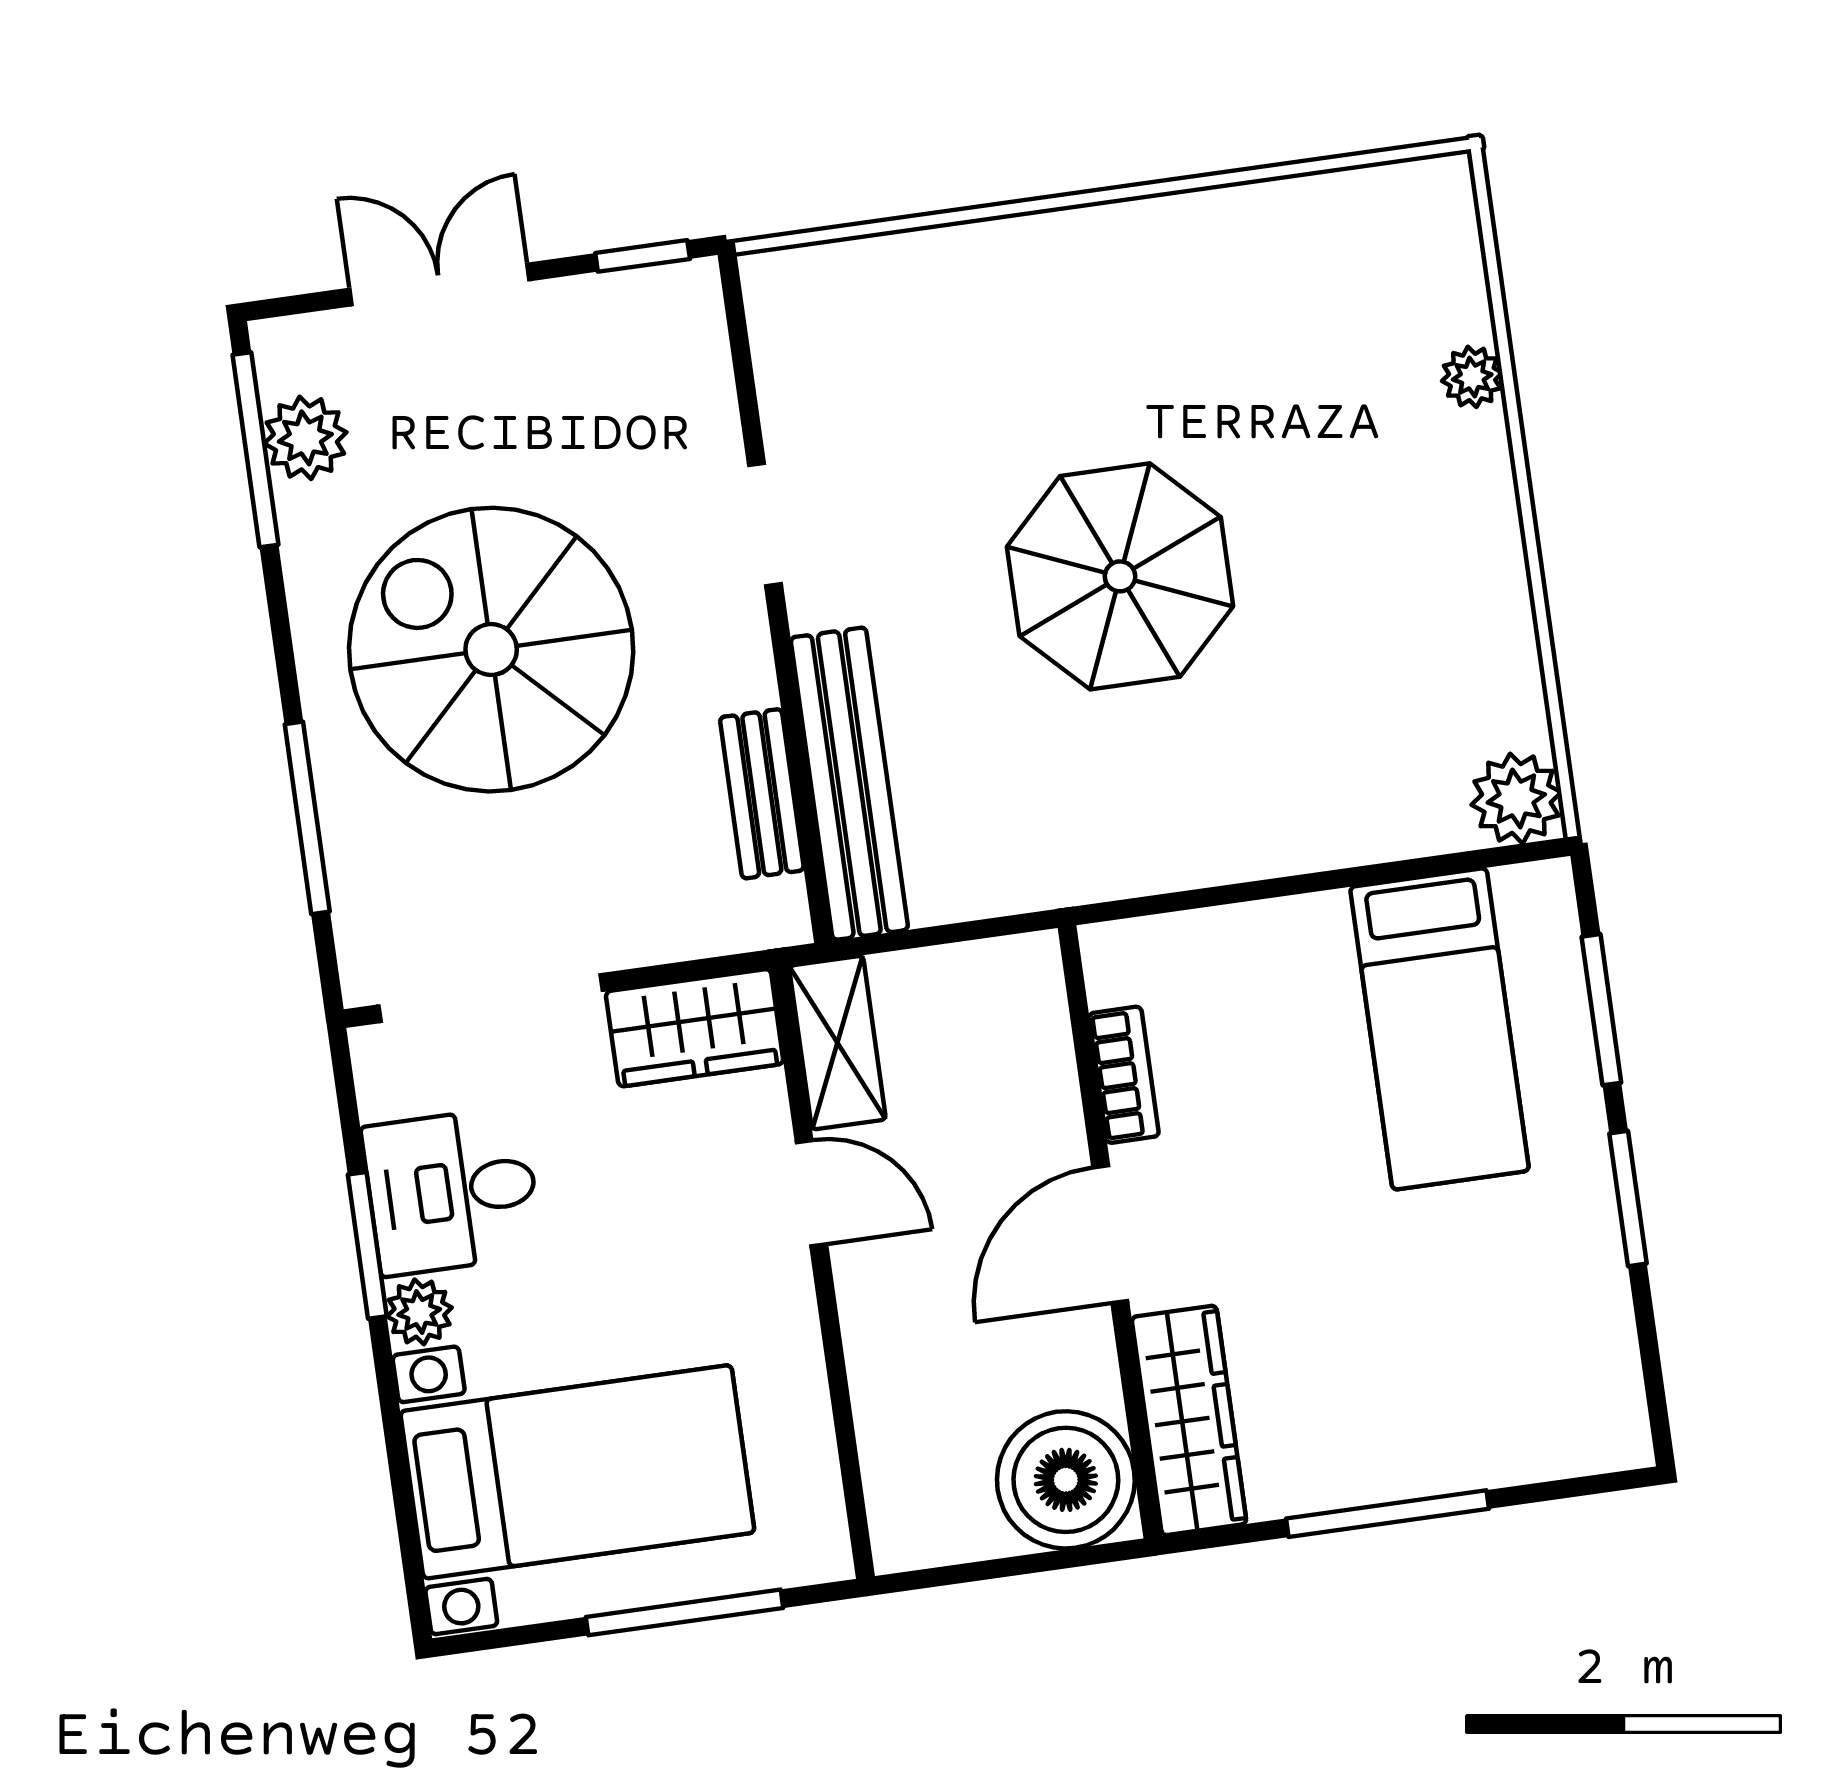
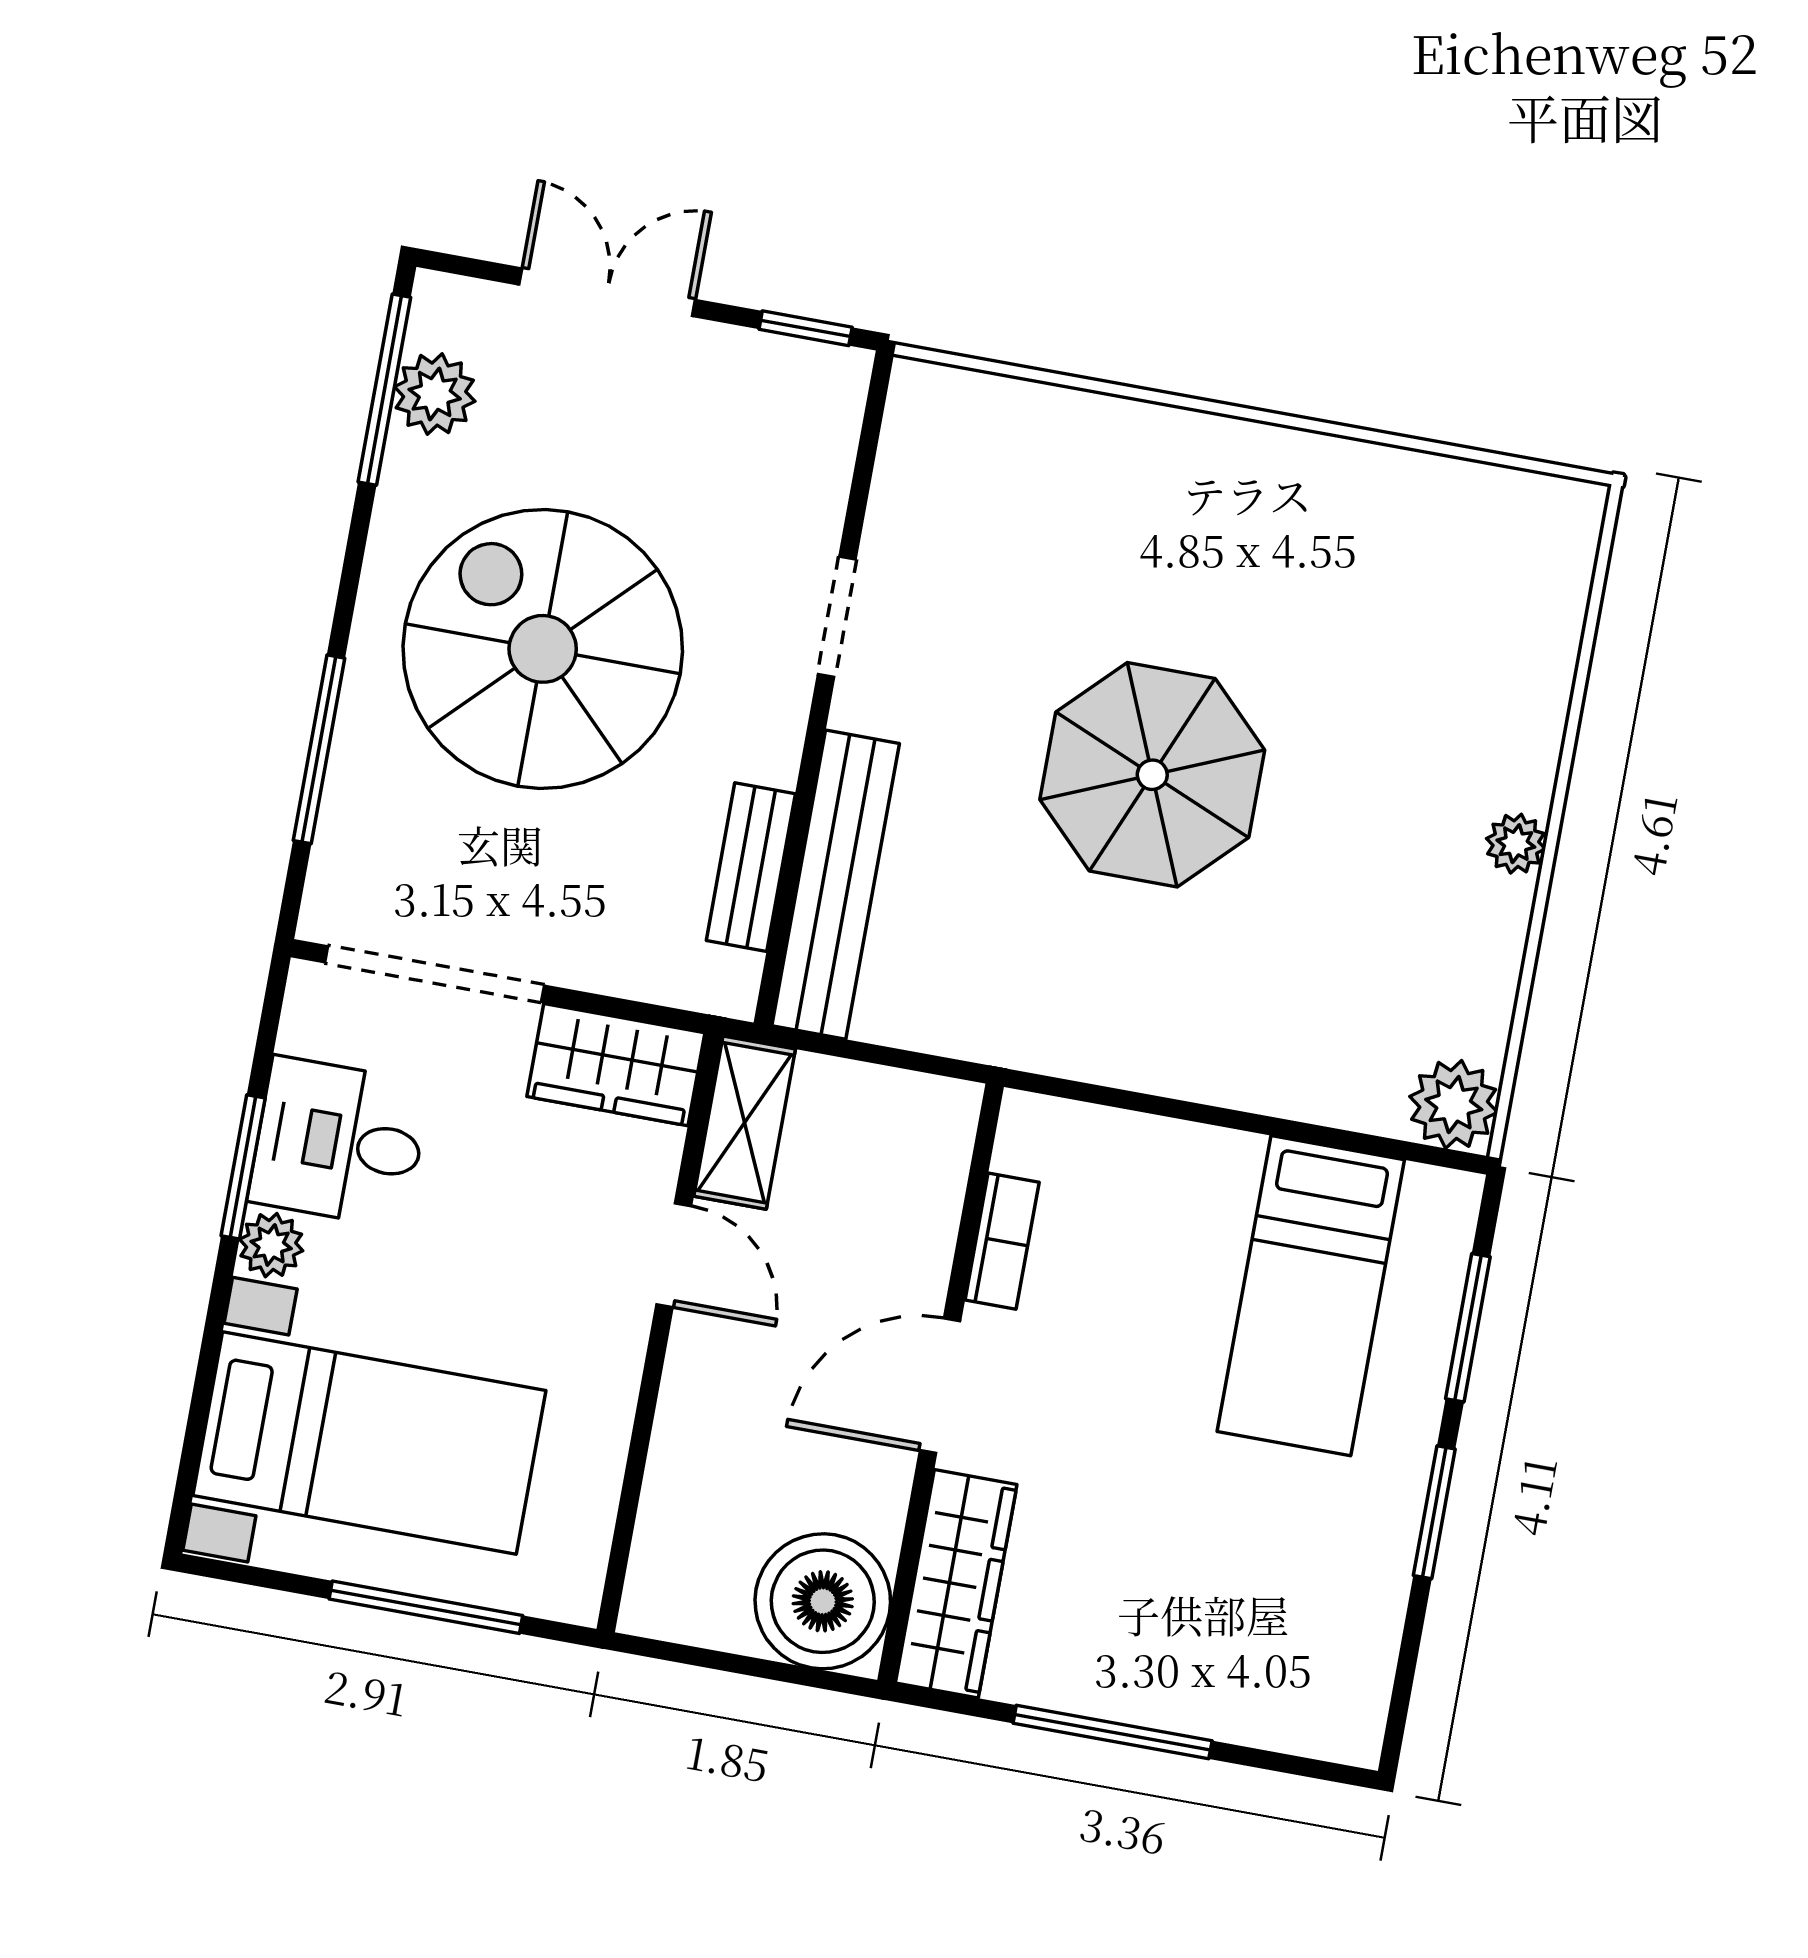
plant: (1472, 377) -> (1516, 844), moved

